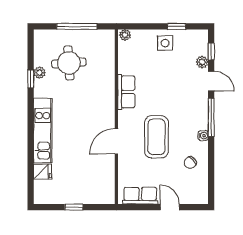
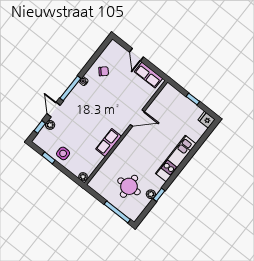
window: (77, 26) -> (117, 212), moved
coffee table: (157, 137) -> (112, 102), removed
fridge: (43, 172) -> (207, 120), moved

